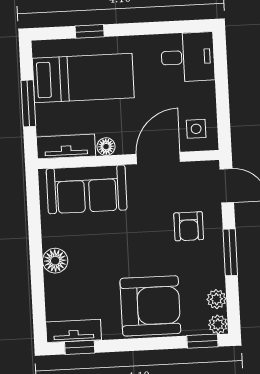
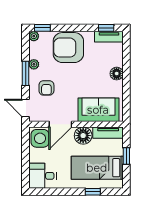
window: (28, 103) -> (126, 156), width x0.67
side table: (196, 129) -> (40, 138), width x1.87, depth x1.87
floor lamp: (106, 147) -> (83, 136), width x1.89, depth x1.89
armchair: (189, 226) -> (46, 88), turned 180
plant: (216, 299) -> (34, 64), moved

